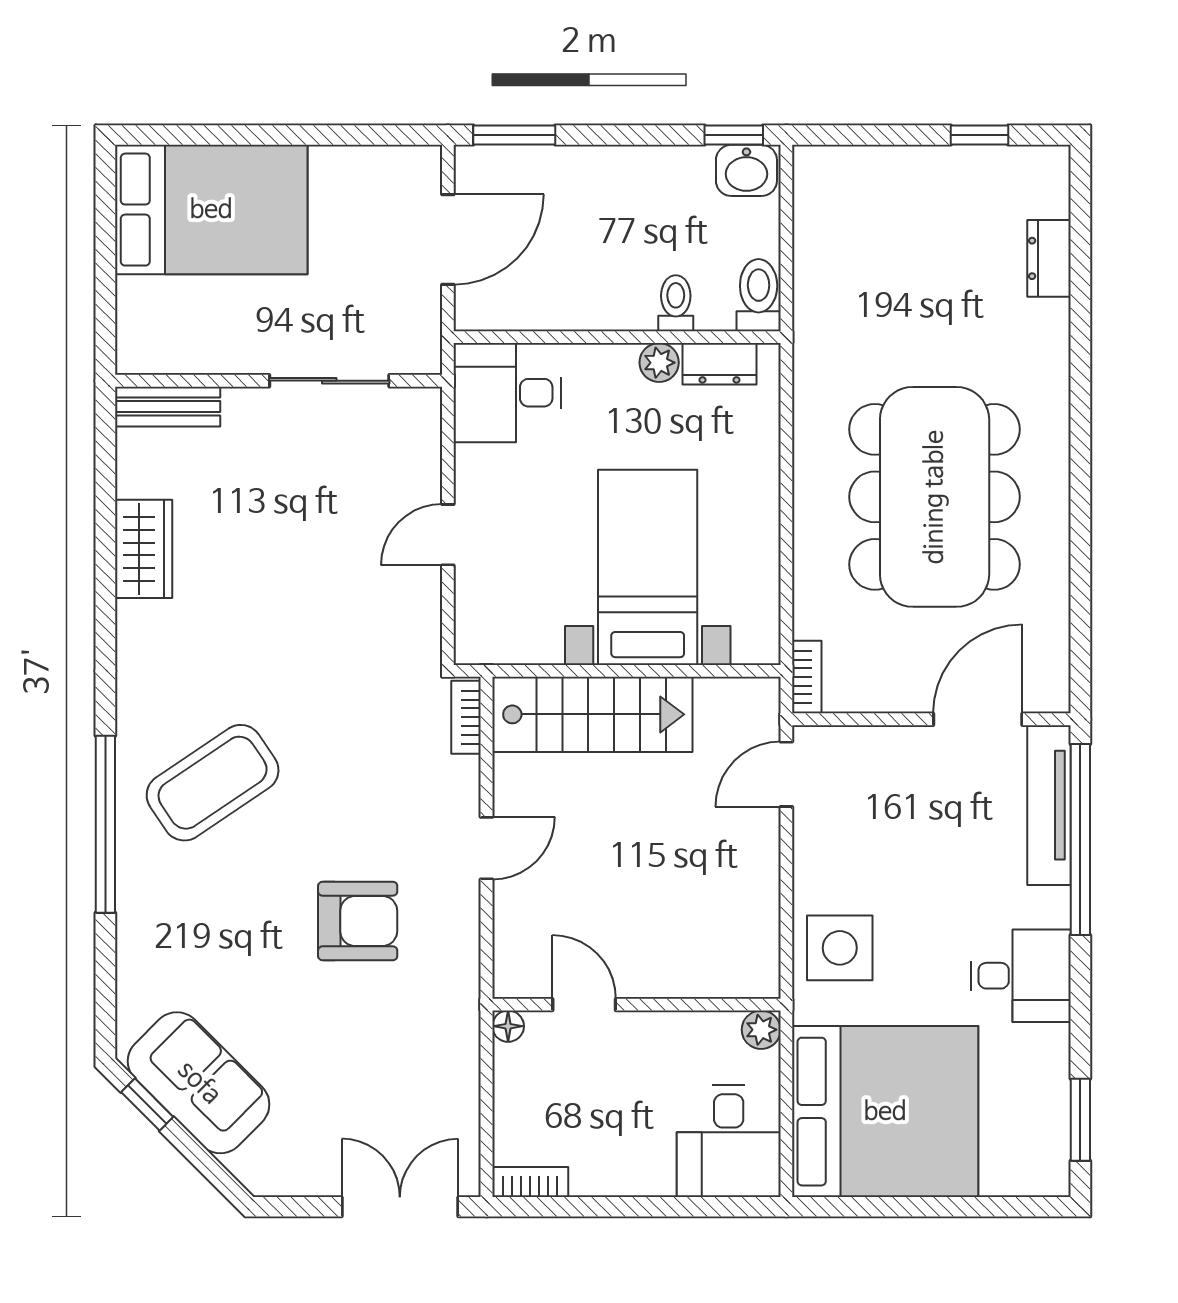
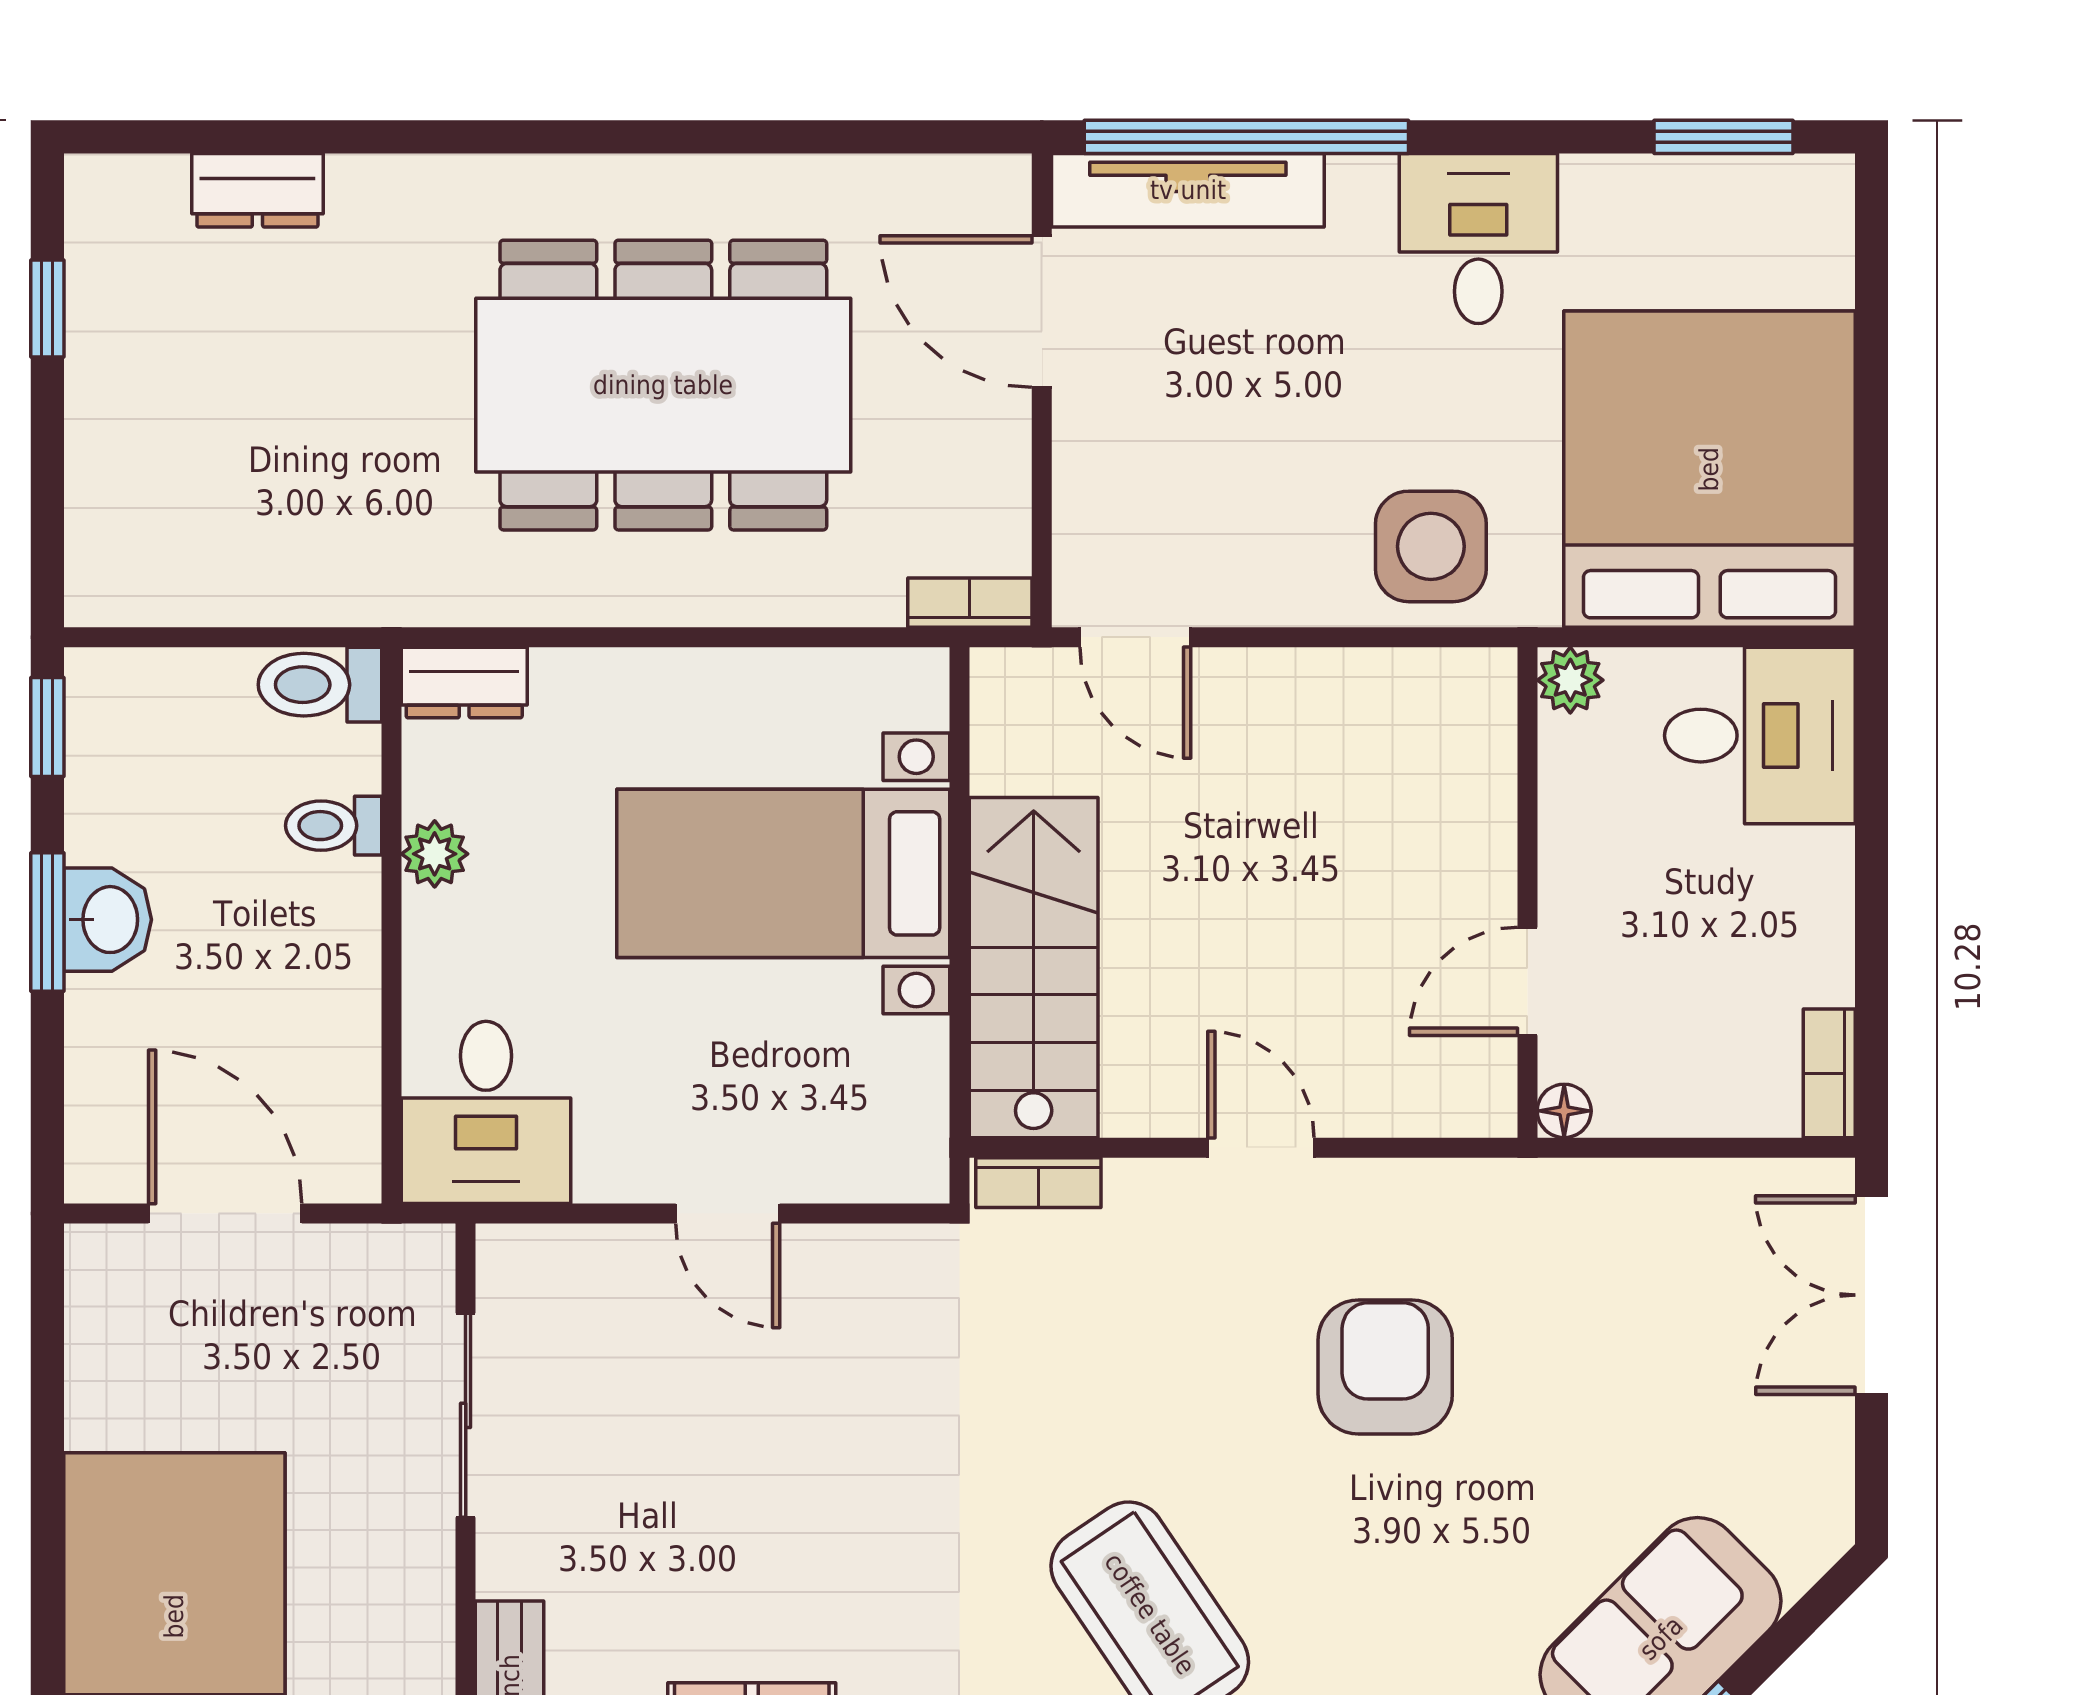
window: (514, 135) -> (47, 922), moved
washbasin: (746, 170) -> (108, 920), moved
dresser: (719, 364) -> (464, 683), moved, turned 90

